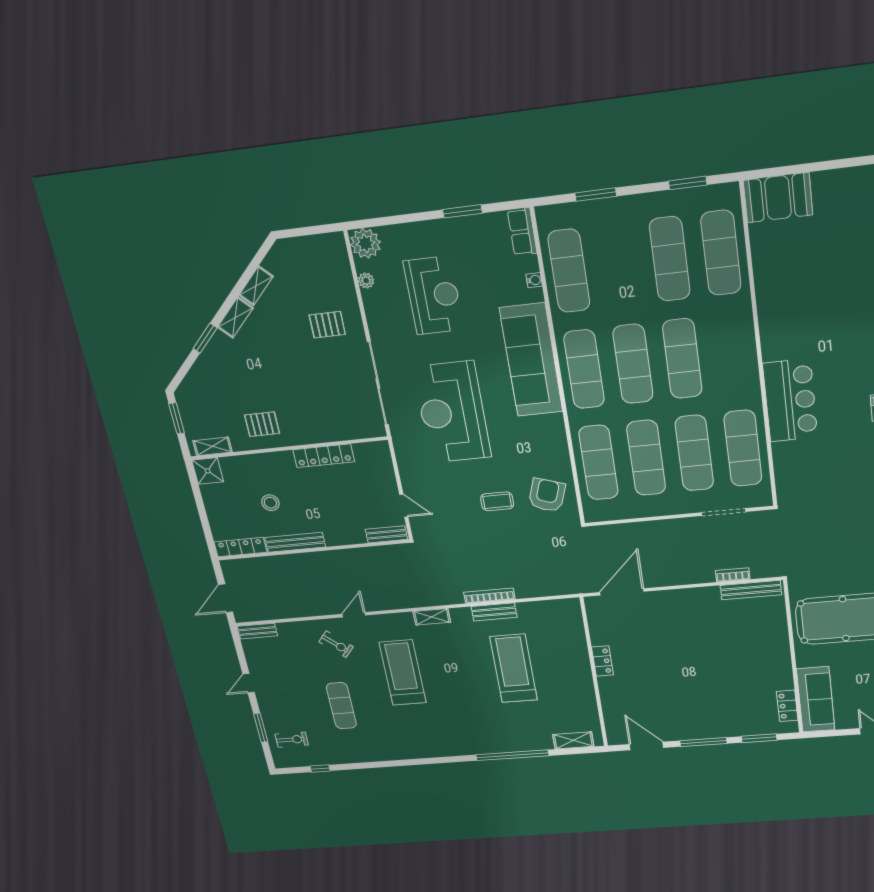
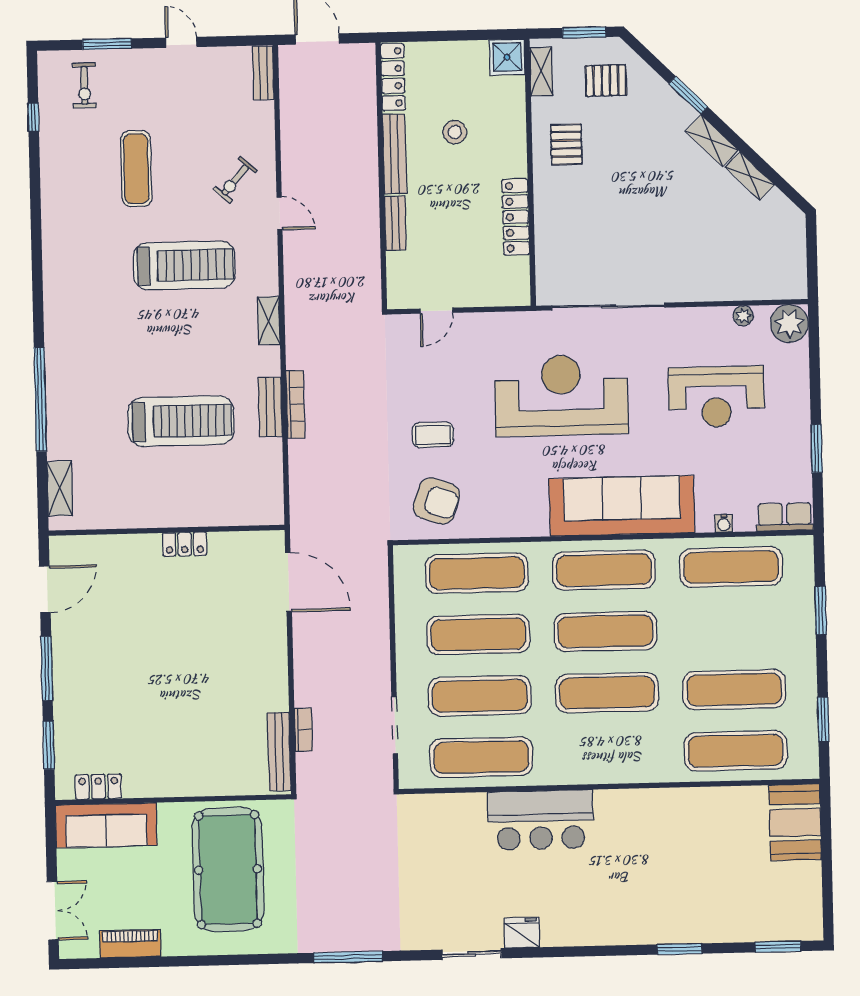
pallet: (327, 325) -> (606, 80), moved, turned 90
coffee table: (497, 501) -> (433, 435), turned 90
bench: (386, 534) -> (395, 223), moved
exercise mat: (341, 706) -> (136, 169), turned 90

